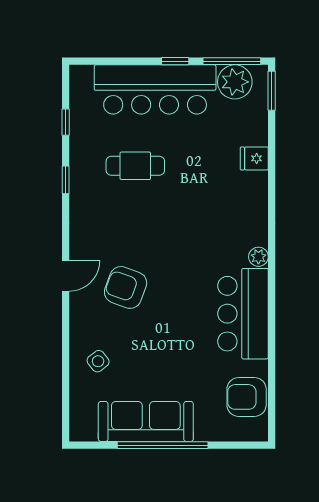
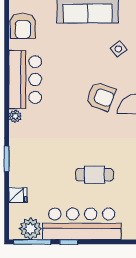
window: (272, 91) -> (7, 159), moved
fridge: (254, 158) -> (18, 195), moved
armchair: (247, 397) -> (23, 26), turned 90

